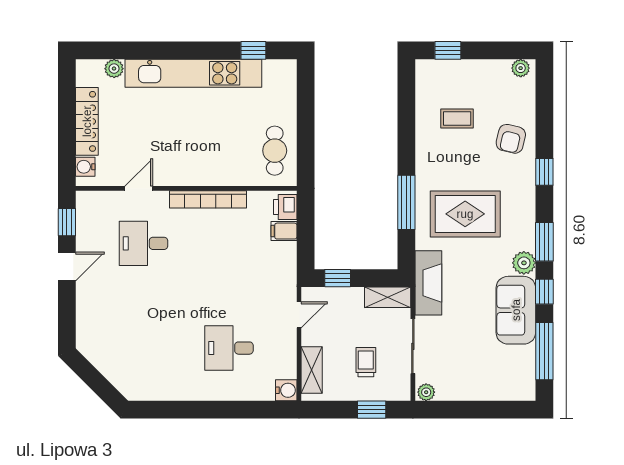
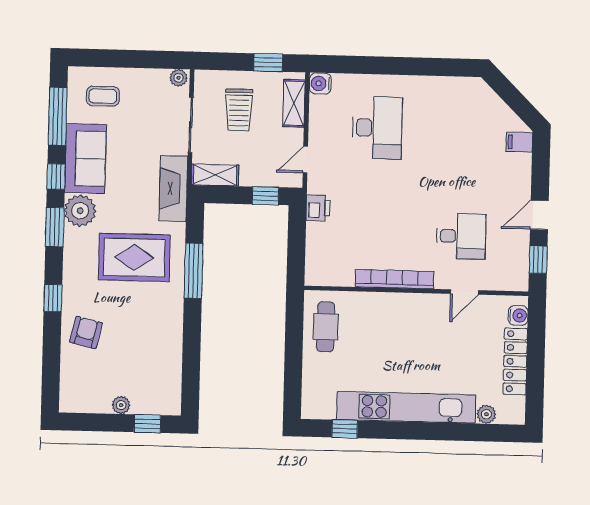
plant: (521, 68) -> (121, 405), moved
coffee table: (457, 118) -> (103, 96), moved
printer: (285, 207) -> (318, 208), moved
filing cabinet: (284, 231) -> (519, 142), moved, turned 180
plant: (524, 263) -> (80, 211), width x1.36, depth x1.36
desk: (229, 348) -> (377, 128), width x1.37
trolley: (366, 362) -> (239, 110), width x1.36, depth x1.39
window: (372, 410) -> (268, 63), moved

